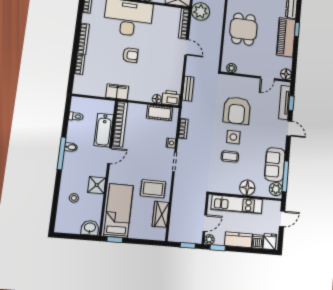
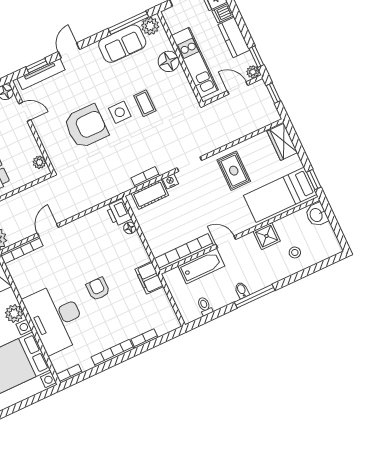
bench: (188, 89) -> (95, 199), removed
cot: (160, 113) -> (150, 194), moved, turned 90
wardrobe: (161, 214) -> (282, 142), moved, turned 90

